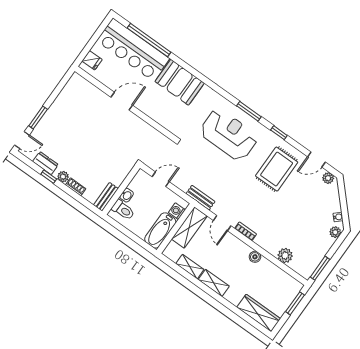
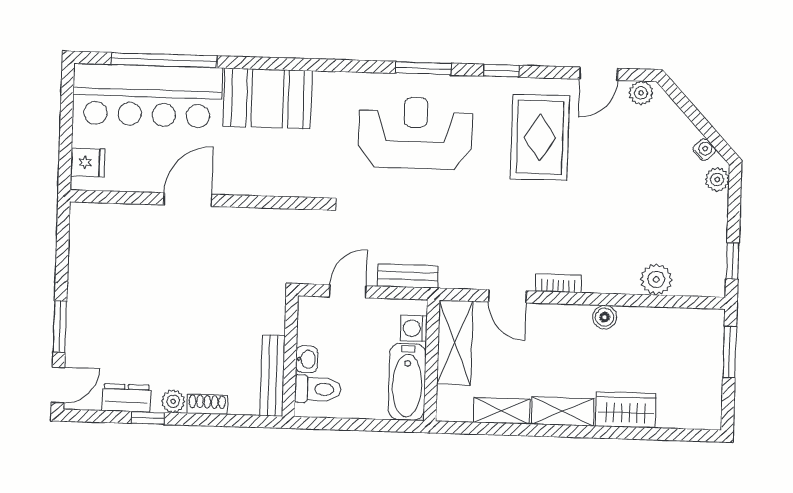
bench: (106, 197) -> (272, 376), width x1.36
bench: (200, 198) -> (408, 276), moved
window: (320, 268) -> (732, 261), width x0.67
wardrobe: (259, 313) -> (626, 410), moved, width x0.67

